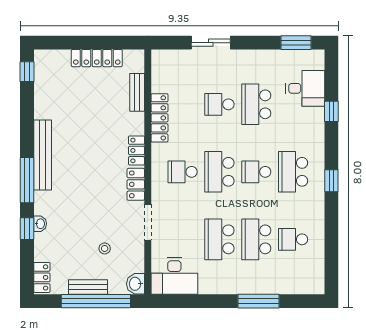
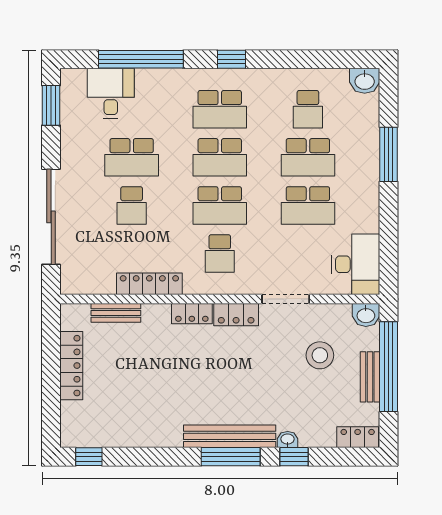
sliding door: (211, 43) -> (51, 217), width x1.86
window: (331, 111) -> (141, 59), width x3.17
bench: (43, 155) -> (230, 436), moved
school desk: (256, 172) -> (220, 157), width x1.85
stool: (105, 248) -> (320, 355), width x1.89, depth x1.89
washbasin: (315, 283) -> (365, 81), added

